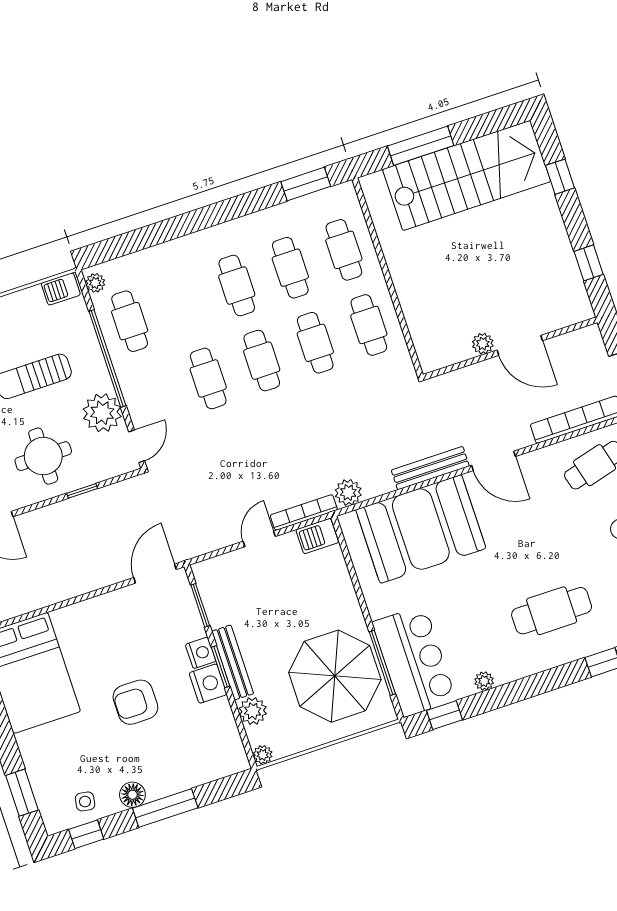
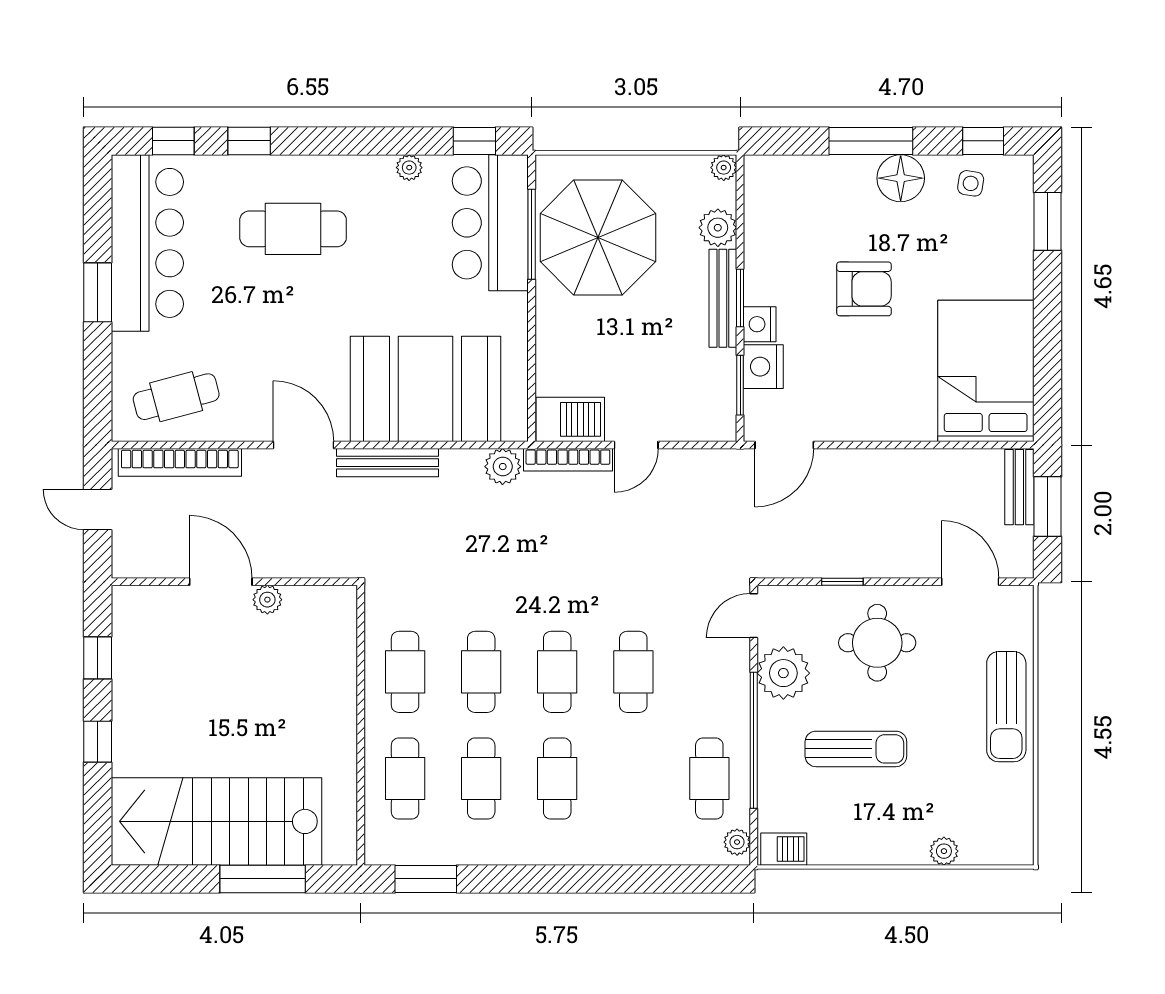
window: (560, 177) -> (98, 742), moved
barbecue: (317, 536) -> (570, 419), width x1.38, depth x1.27
nightstand: (208, 684) -> (763, 367), moved
floor lamp: (132, 795) -> (901, 178), width x1.38, depth x1.38

